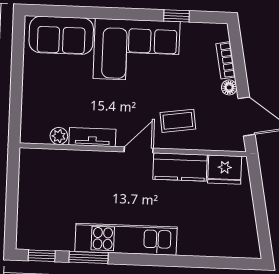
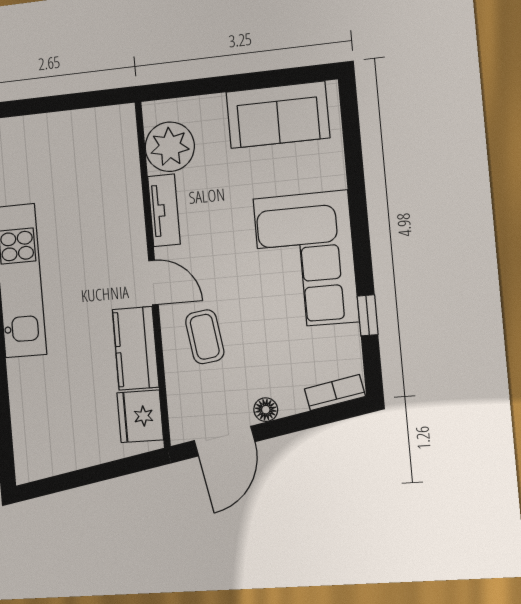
sofa: (61, 35) -> (278, 115), moved, turned -90
bookcase: (226, 60) -> (335, 393), moved
plant: (59, 136) -> (170, 147), width x1.88, depth x1.88

